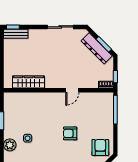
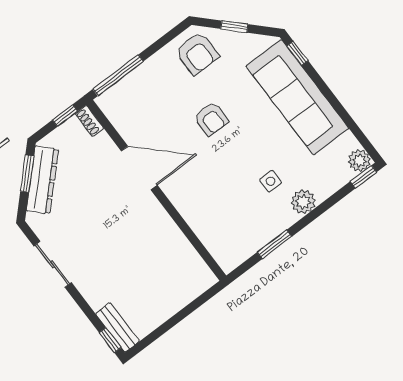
wardrobe: (29, 82) -> (179, 248), removed
door: (72, 90) -> (139, 168), width x1.88
armchair: (100, 148) -> (197, 53), turned -90

